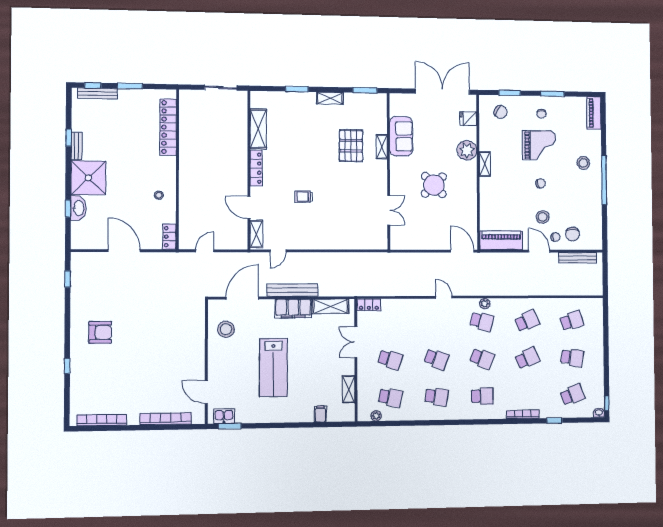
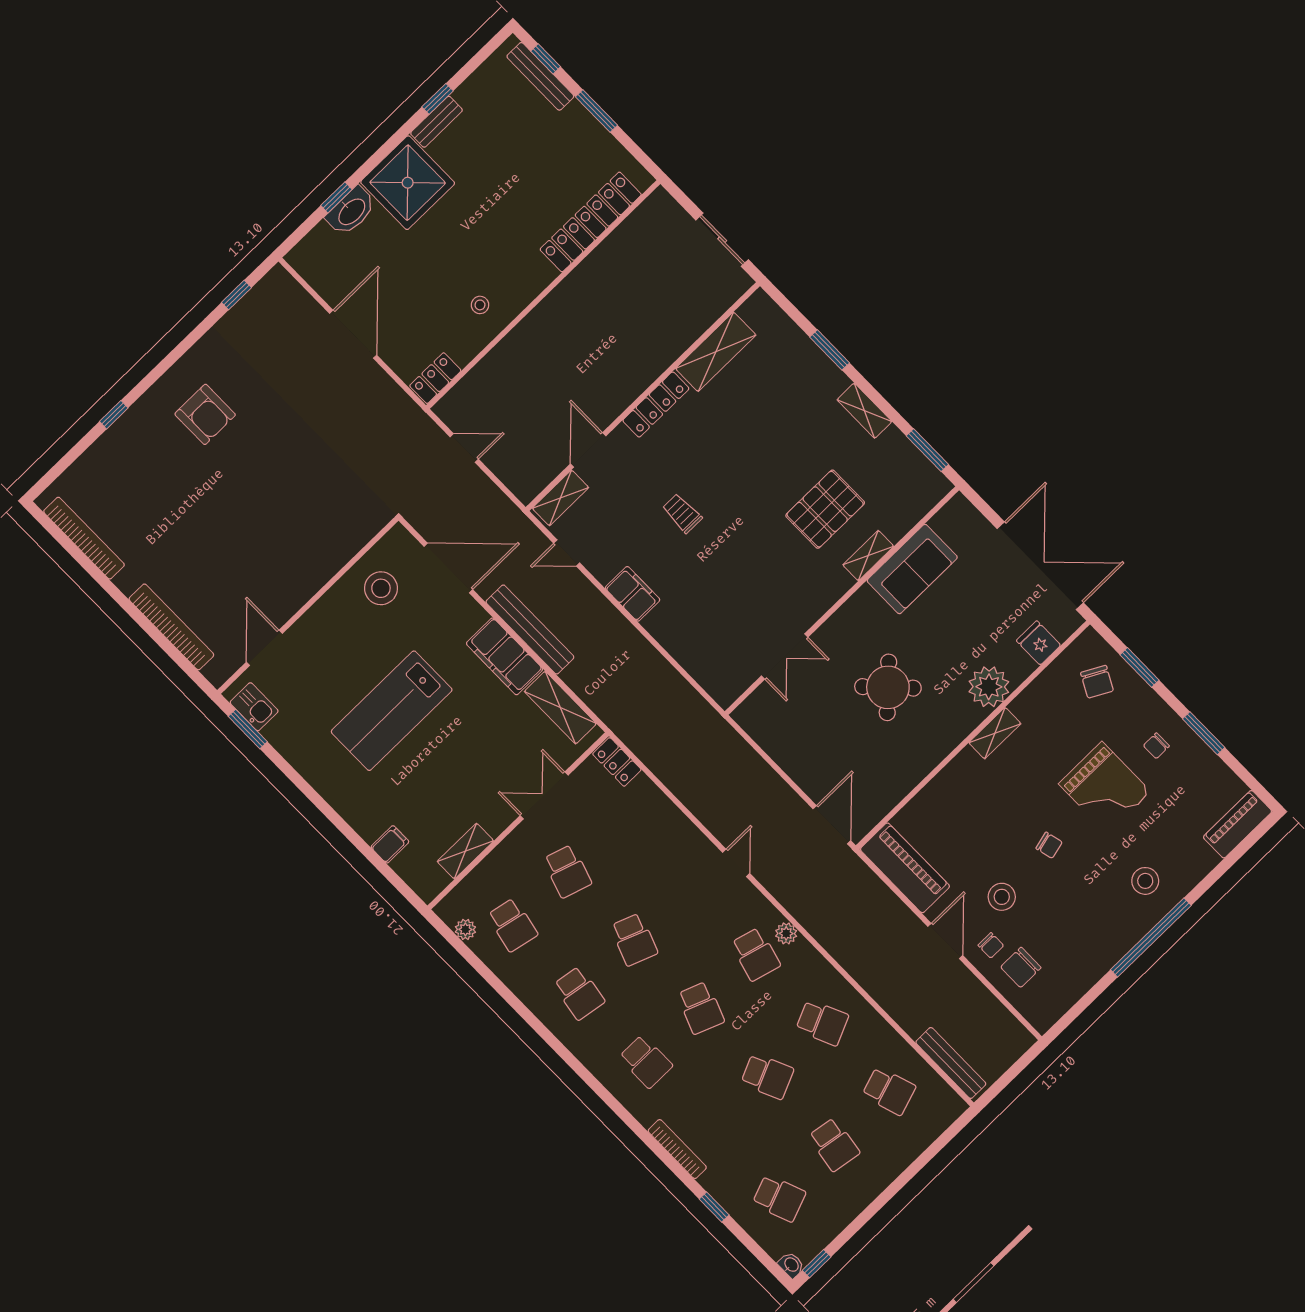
filing cabinet: (315, 242) -> (633, 594), added
bench: (578, 258) -> (951, 1063), moved

